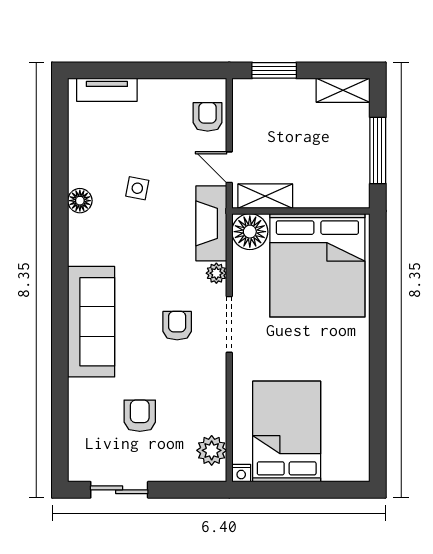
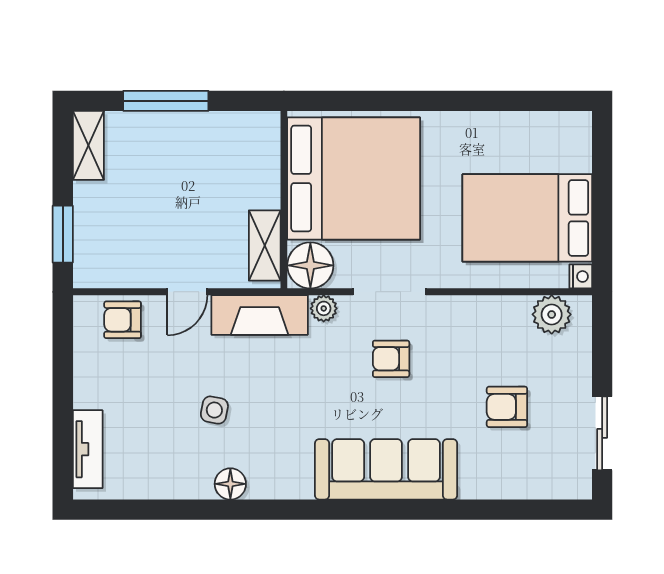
shelving: (265, 196) -> (265, 246), moved
wall: (301, 211) -> (284, 200), moved
floor lamp: (250, 232) -> (310, 265), moved
bed: (317, 265) -> (354, 178), moved

